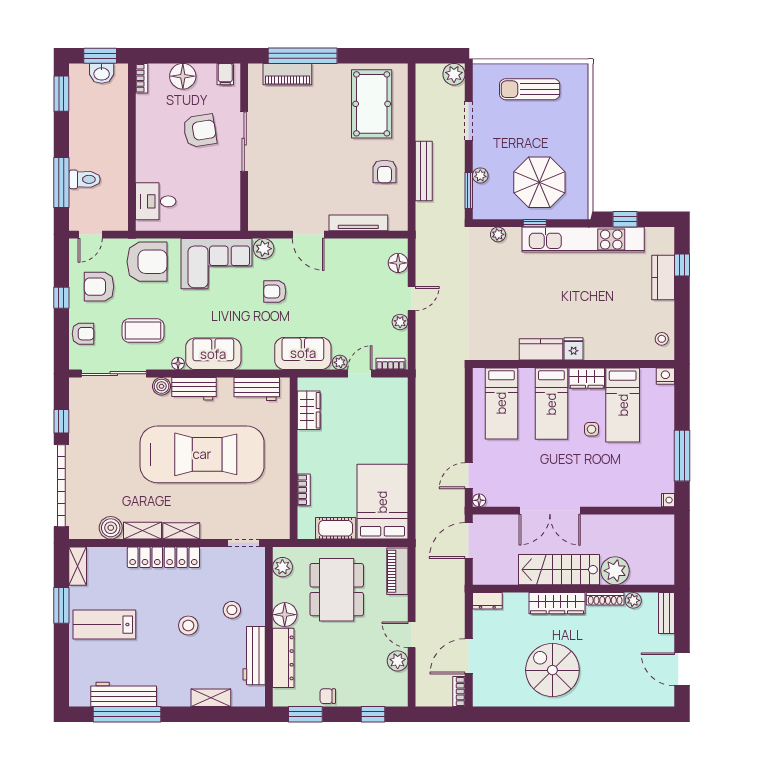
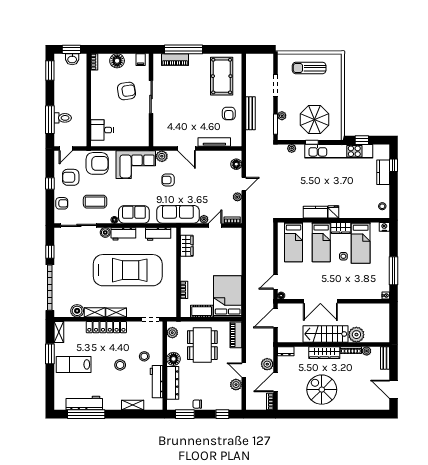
plant: (454, 74) -> (267, 364), moved
sofa: (303, 353) -> (178, 214), width x1.36

